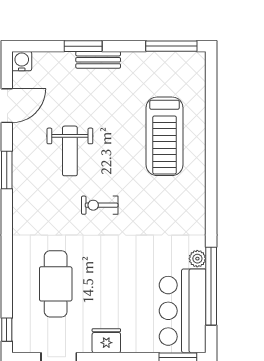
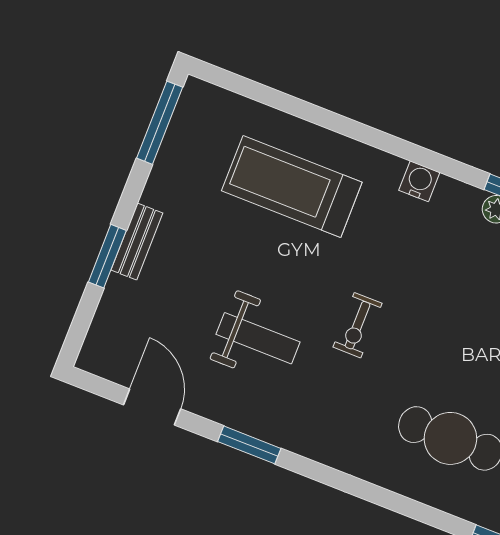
water cooler: (22, 61) -> (419, 181), moved, turned 90
treadmill: (165, 136) -> (292, 187), turned 180

